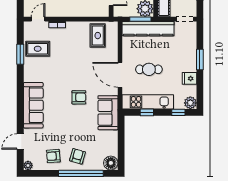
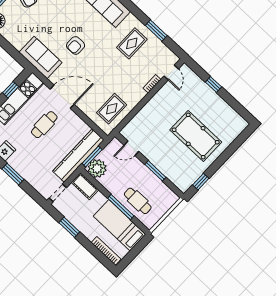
rug: (98, 36) -> (112, 109), turned 90
rug: (38, 49) -> (132, 43), moved

